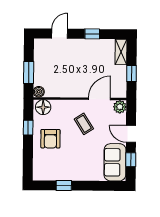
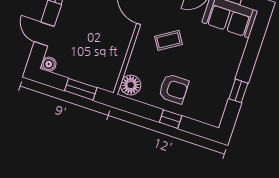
boiler: (39, 92) -> (49, 64), moved
window: (28, 128) -> (171, 119), moved

